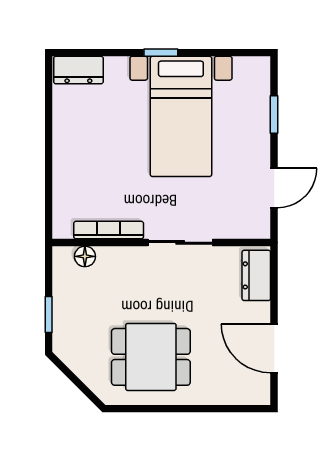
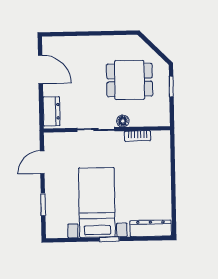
dresser: (78, 70) -> (151, 228), width x1.44
bookcase: (109, 230) -> (137, 136), width x0.64
floor lamp: (85, 256) -> (123, 121), moved
dining table: (151, 357) -> (129, 80), moved

